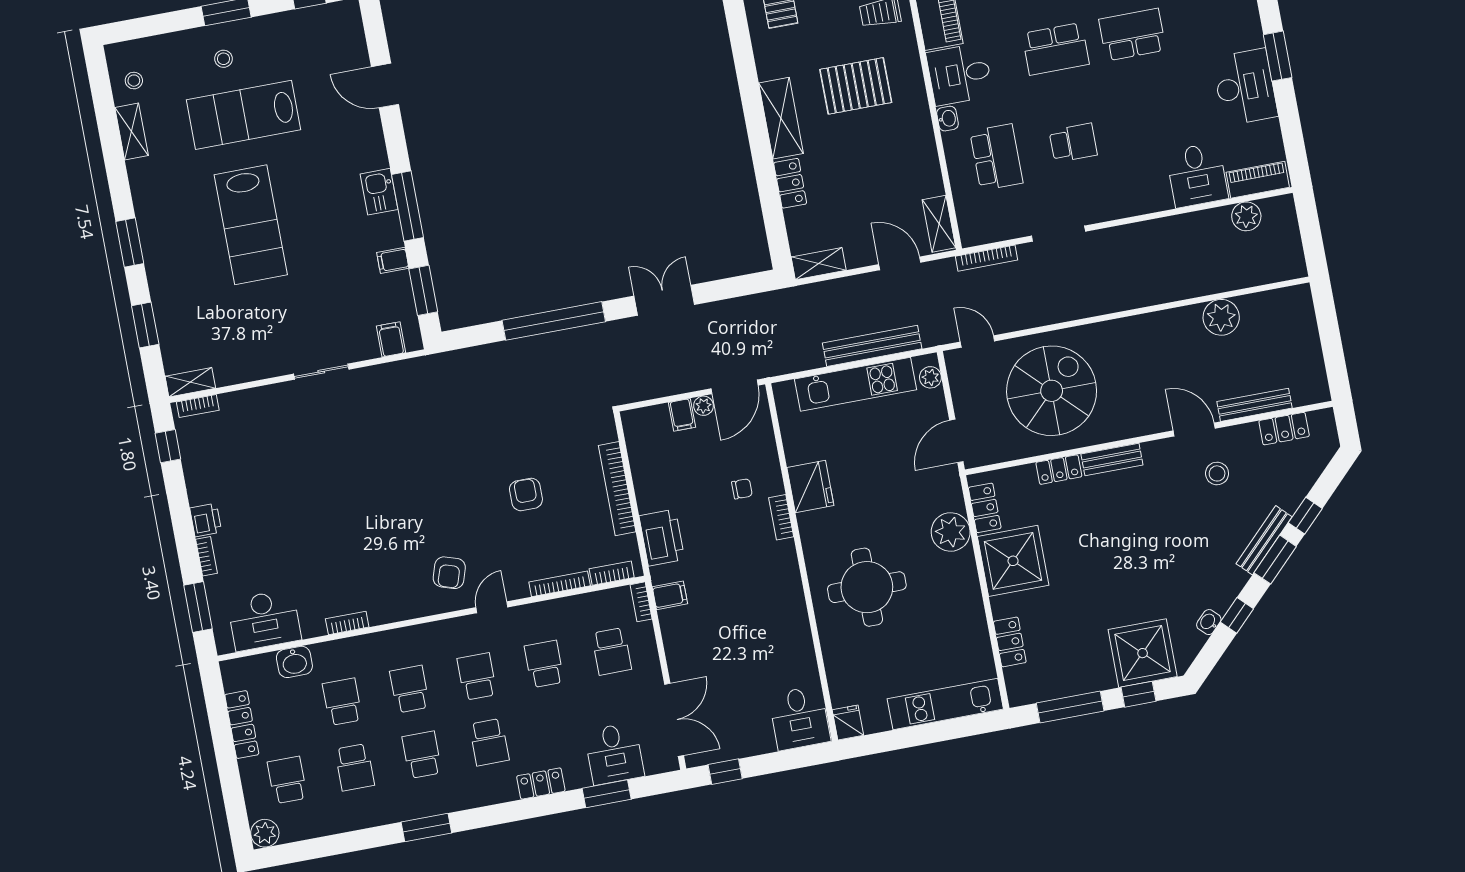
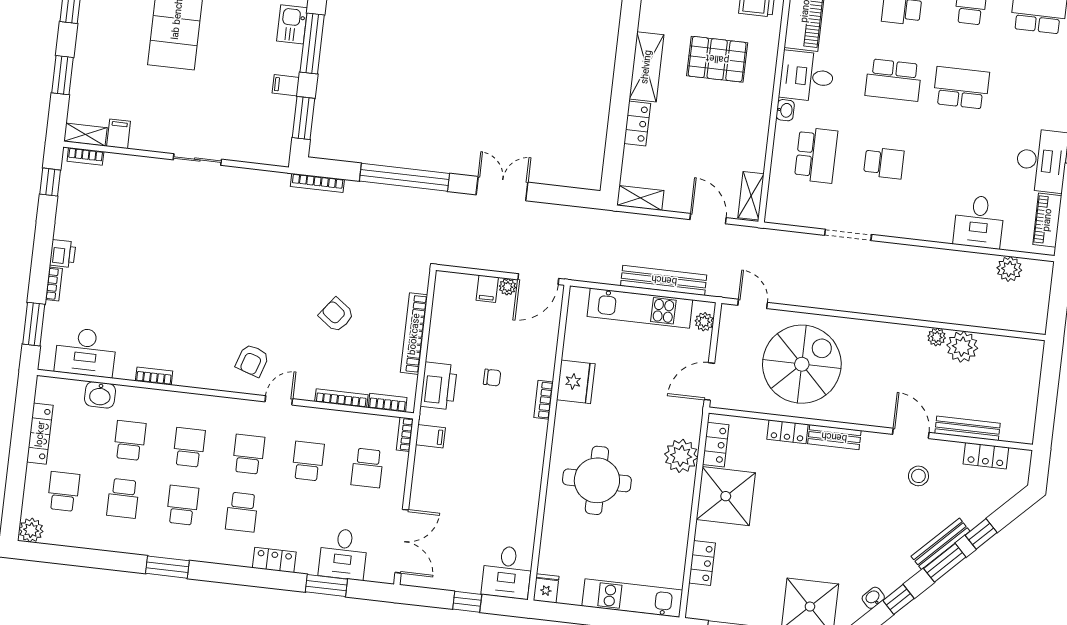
piano: (1258, 180) -> (1047, 220), moved, turned -90
bookcase: (986, 258) -> (317, 183), moved
plant: (1190, 315) -> (937, 337), added
filing cabinet: (391, 339) -> (119, 134), moved
chair: (742, 489) -> (492, 378), moved
armchair: (526, 494) -> (336, 315), turned -53
window: (725, 772) -> (467, 602), moved

